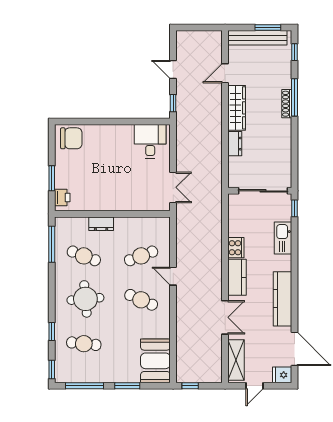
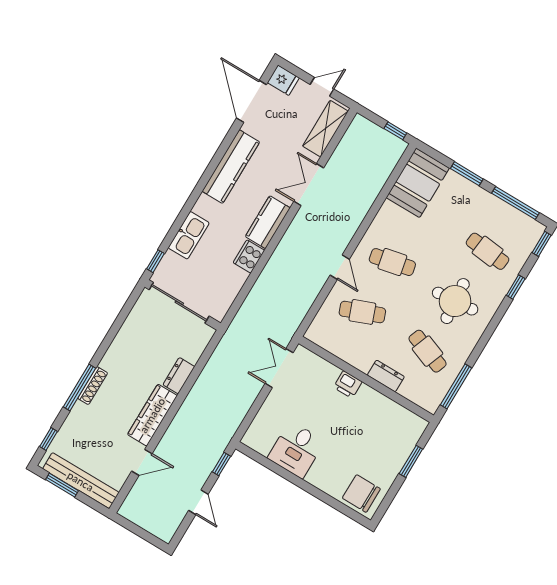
desk: (150, 141) -> (296, 450), moved
printer: (62, 198) -> (348, 385), moved, turned -90
cafe table: (141, 300) -> (392, 262), turned -36

